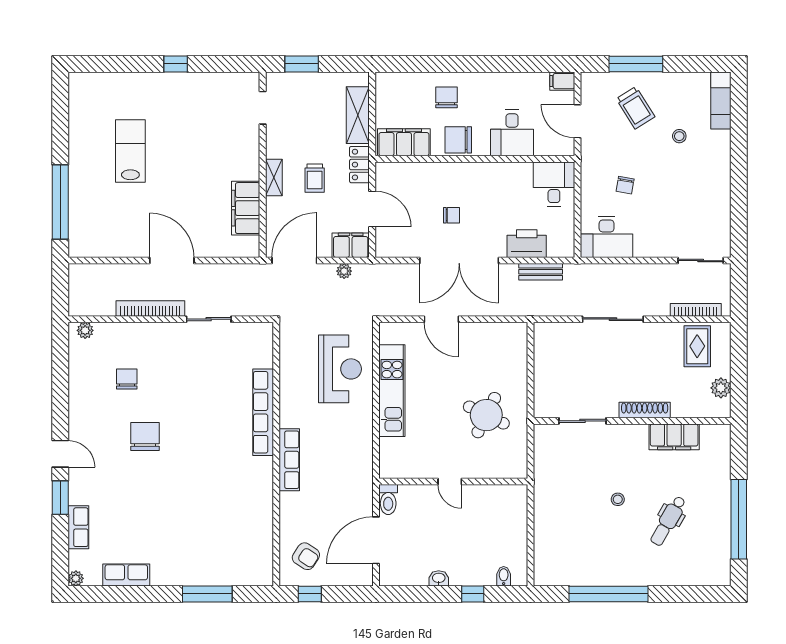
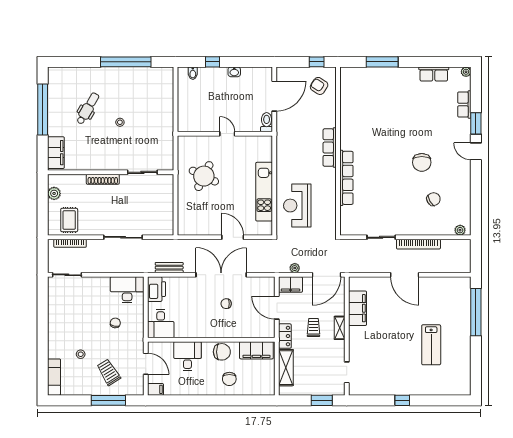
printer: (527, 244) -> (156, 289), moved, turned -90
chair: (127, 379) -> (433, 199), turned -121
filing cabinet: (674, 437) -> (56, 153), moved, turned 90

